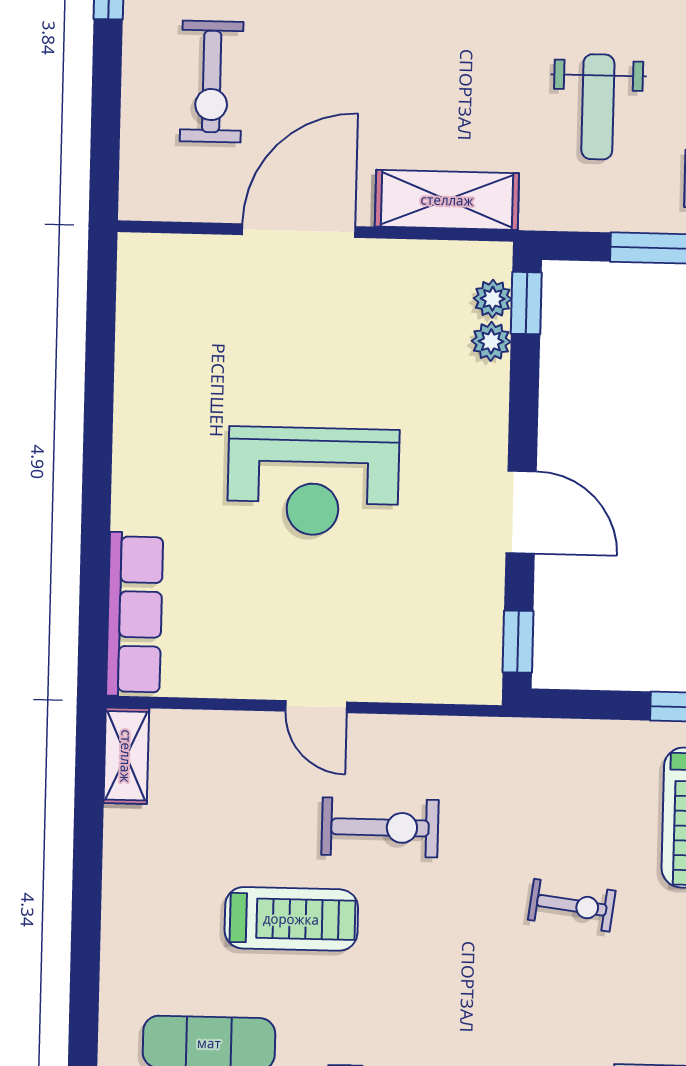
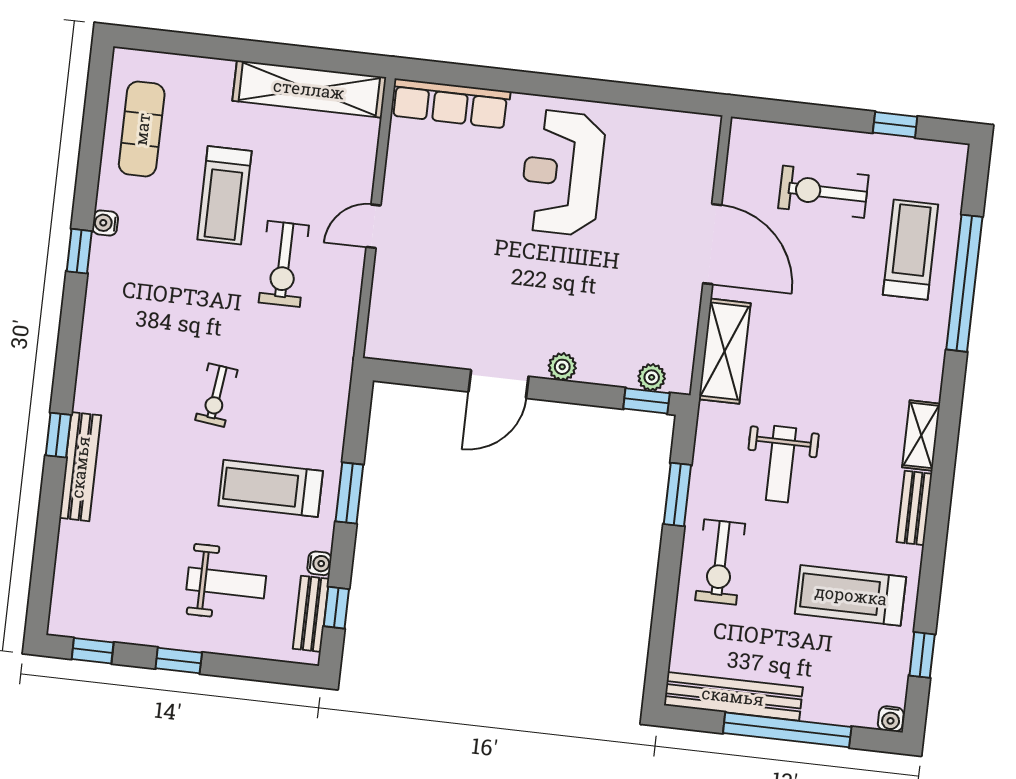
weight bench: (598, 107) -> (781, 464), turned -90
plant: (491, 341) -> (562, 367), moved
reception desk: (313, 481) -> (562, 173), moved
window: (518, 642) -> (407, 374), removed
shelving: (126, 756) -> (309, 89), width x2.20, depth x1.33

